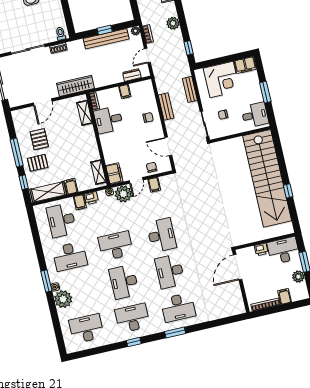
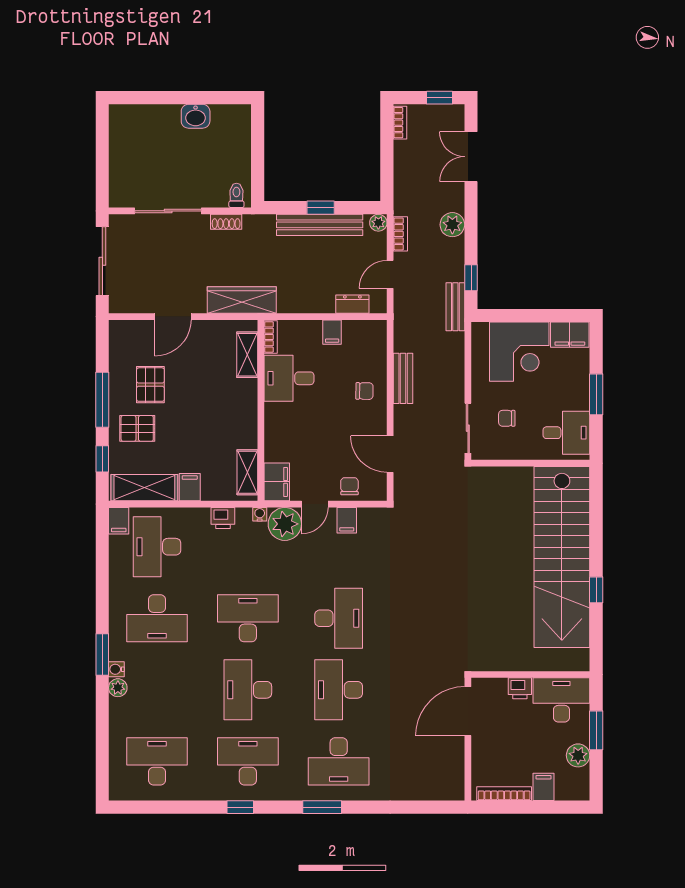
bench: (190, 89) -> (455, 307), moved
filing cabinet: (80, 202) -> (119, 521), moved
plant: (63, 299) -> (118, 688), width x0.53, depth x0.53

